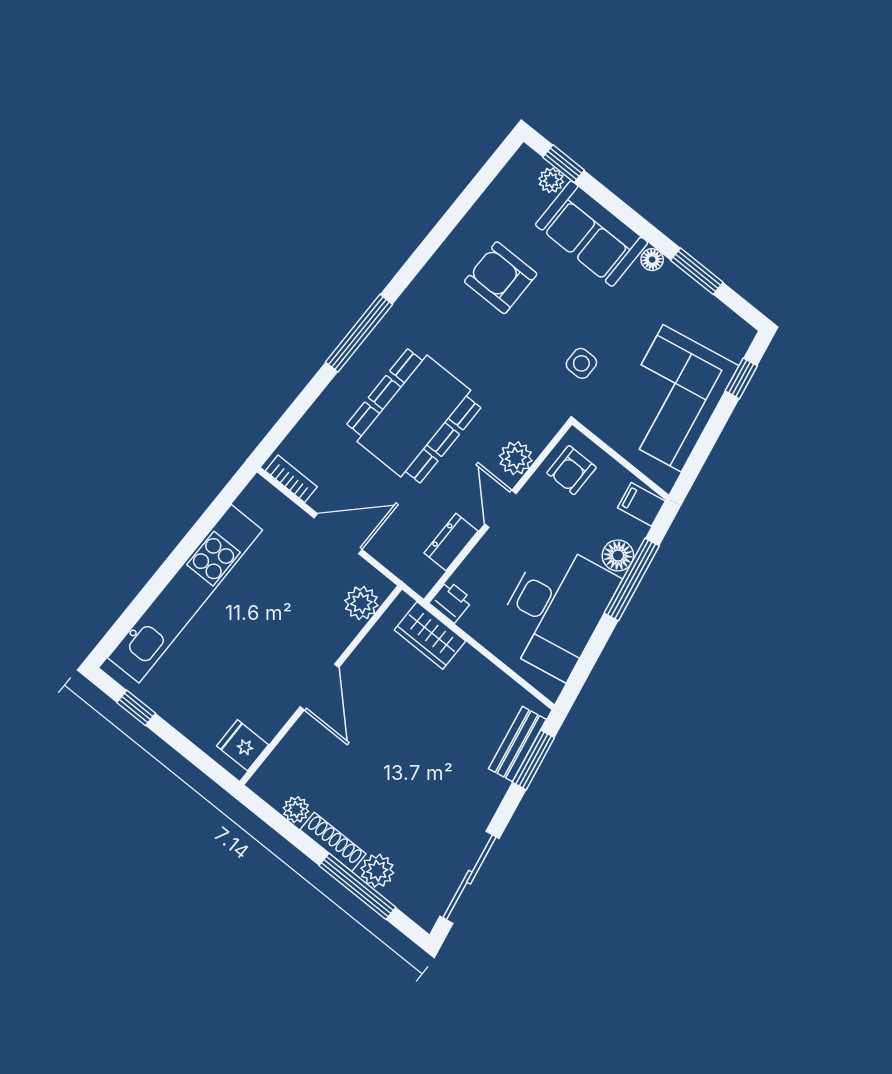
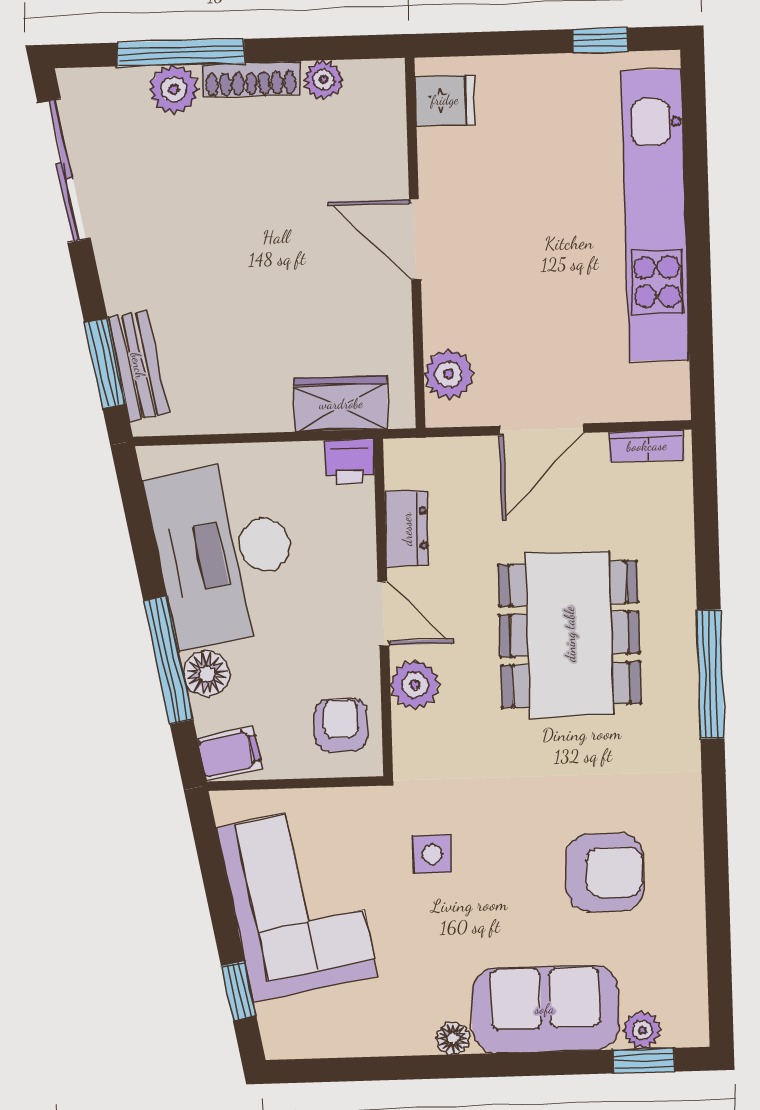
window: (697, 271) -> (391, 1068), removed

